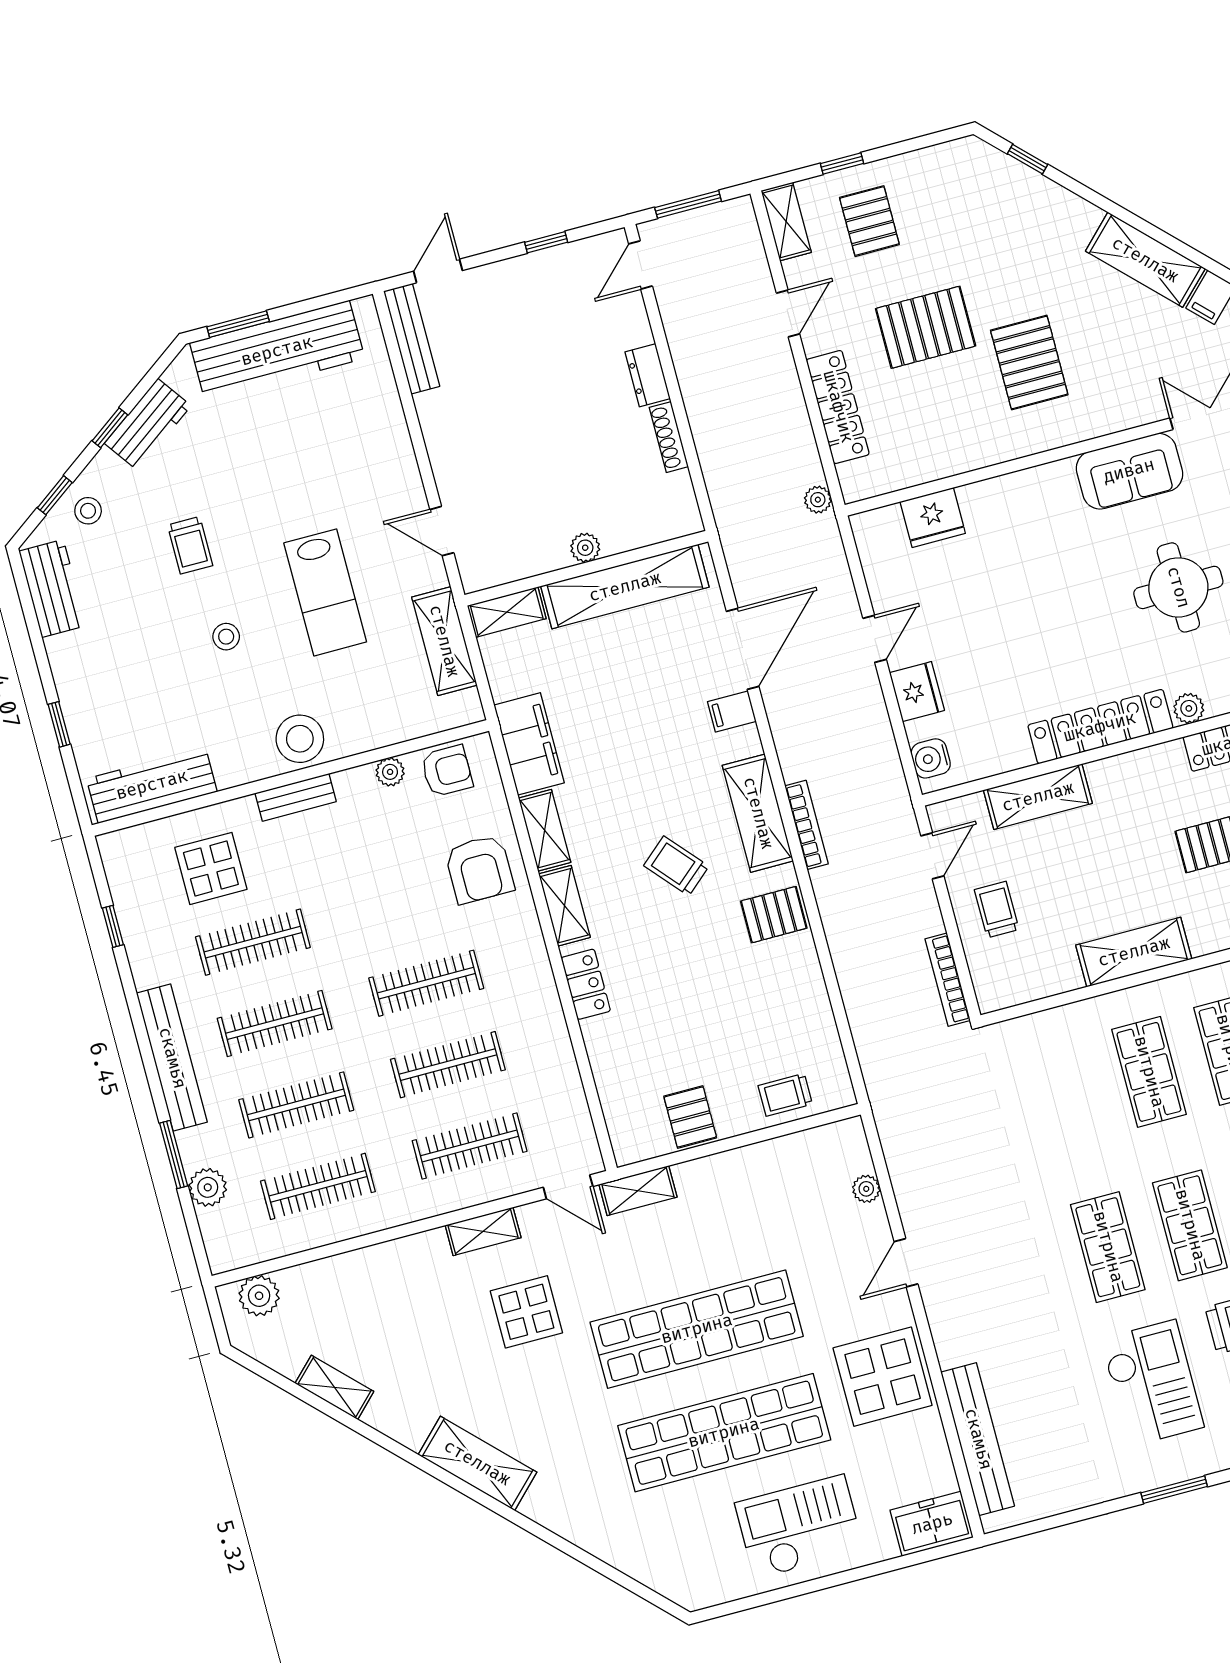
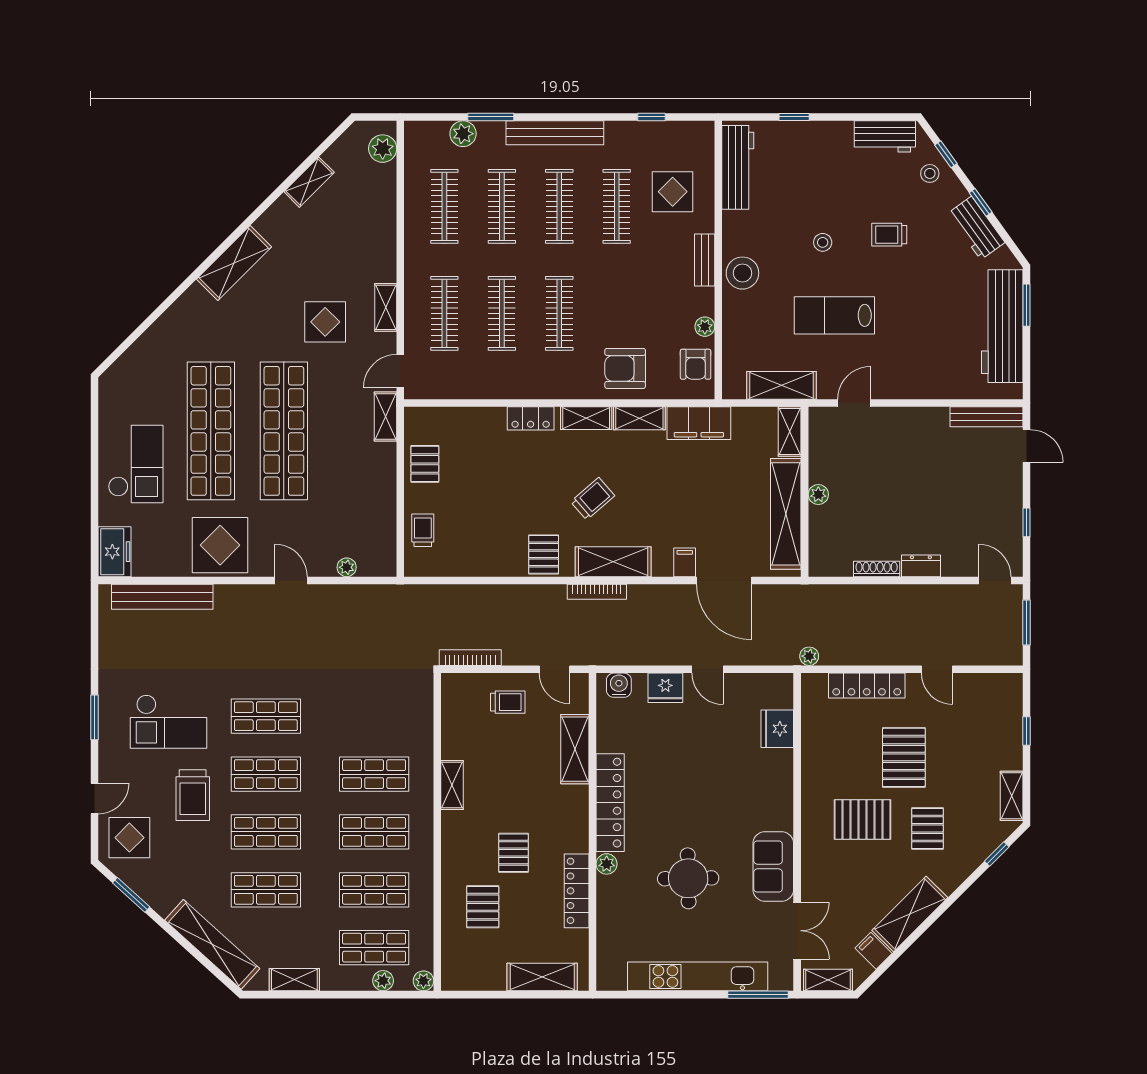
pallet: (869, 221) -> (927, 829), moved, turned 90
shelving: (786, 222) -> (1012, 796), moved, turned 90
shelving: (1134, 952) -> (452, 785), width x0.67, depth x0.75
pallet: (690, 1117) -> (425, 464), turned 90

